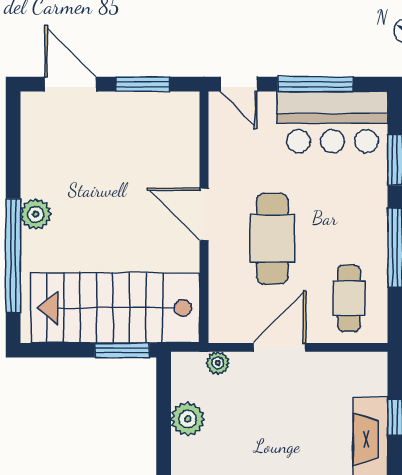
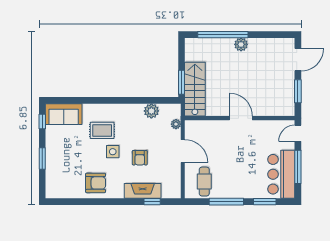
door: (204, 214) -> (241, 118), hinge flipped
cafe table: (272, 239) -> (230, 148), removed
cafe table: (349, 298) -> (204, 182), turned 90
stairs: (115, 308) -> (195, 89), width x0.73, depth x0.66
armchair: (295, 446) -> (140, 158), added

